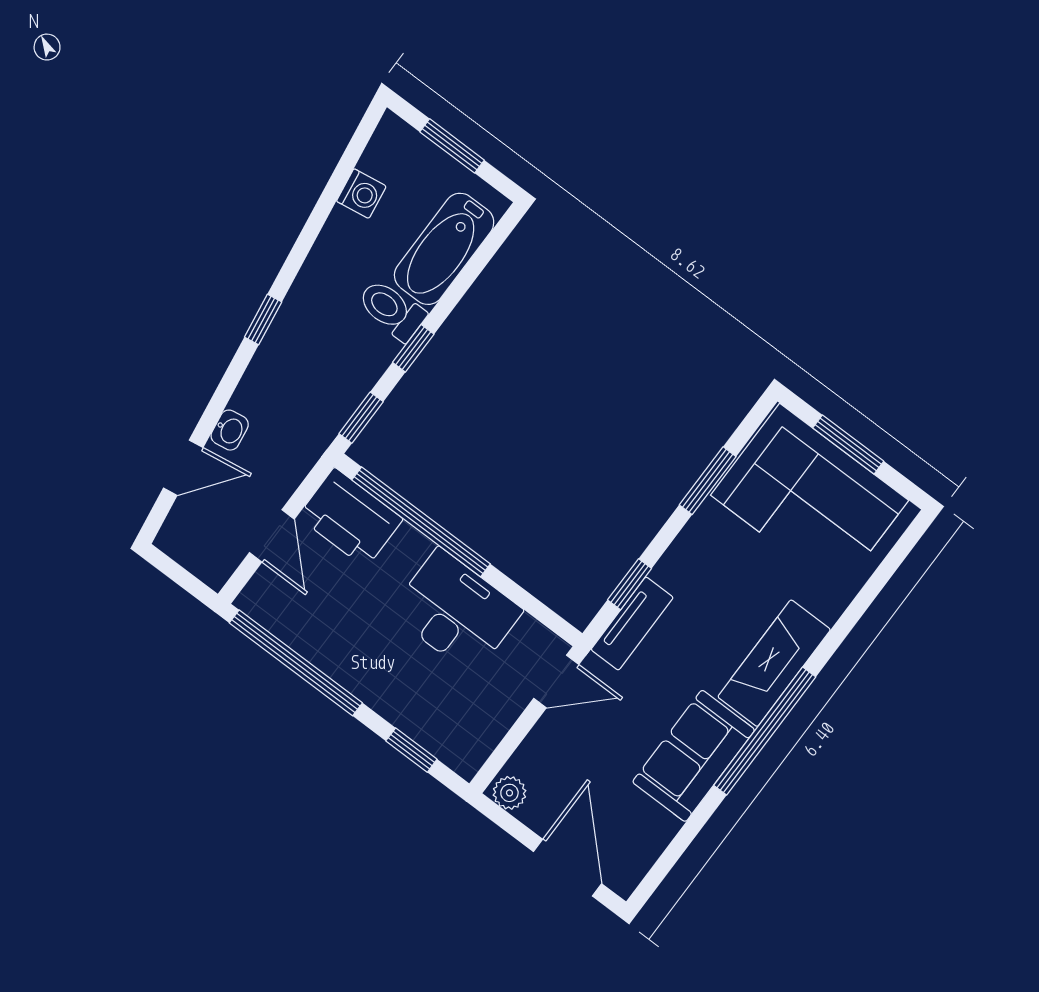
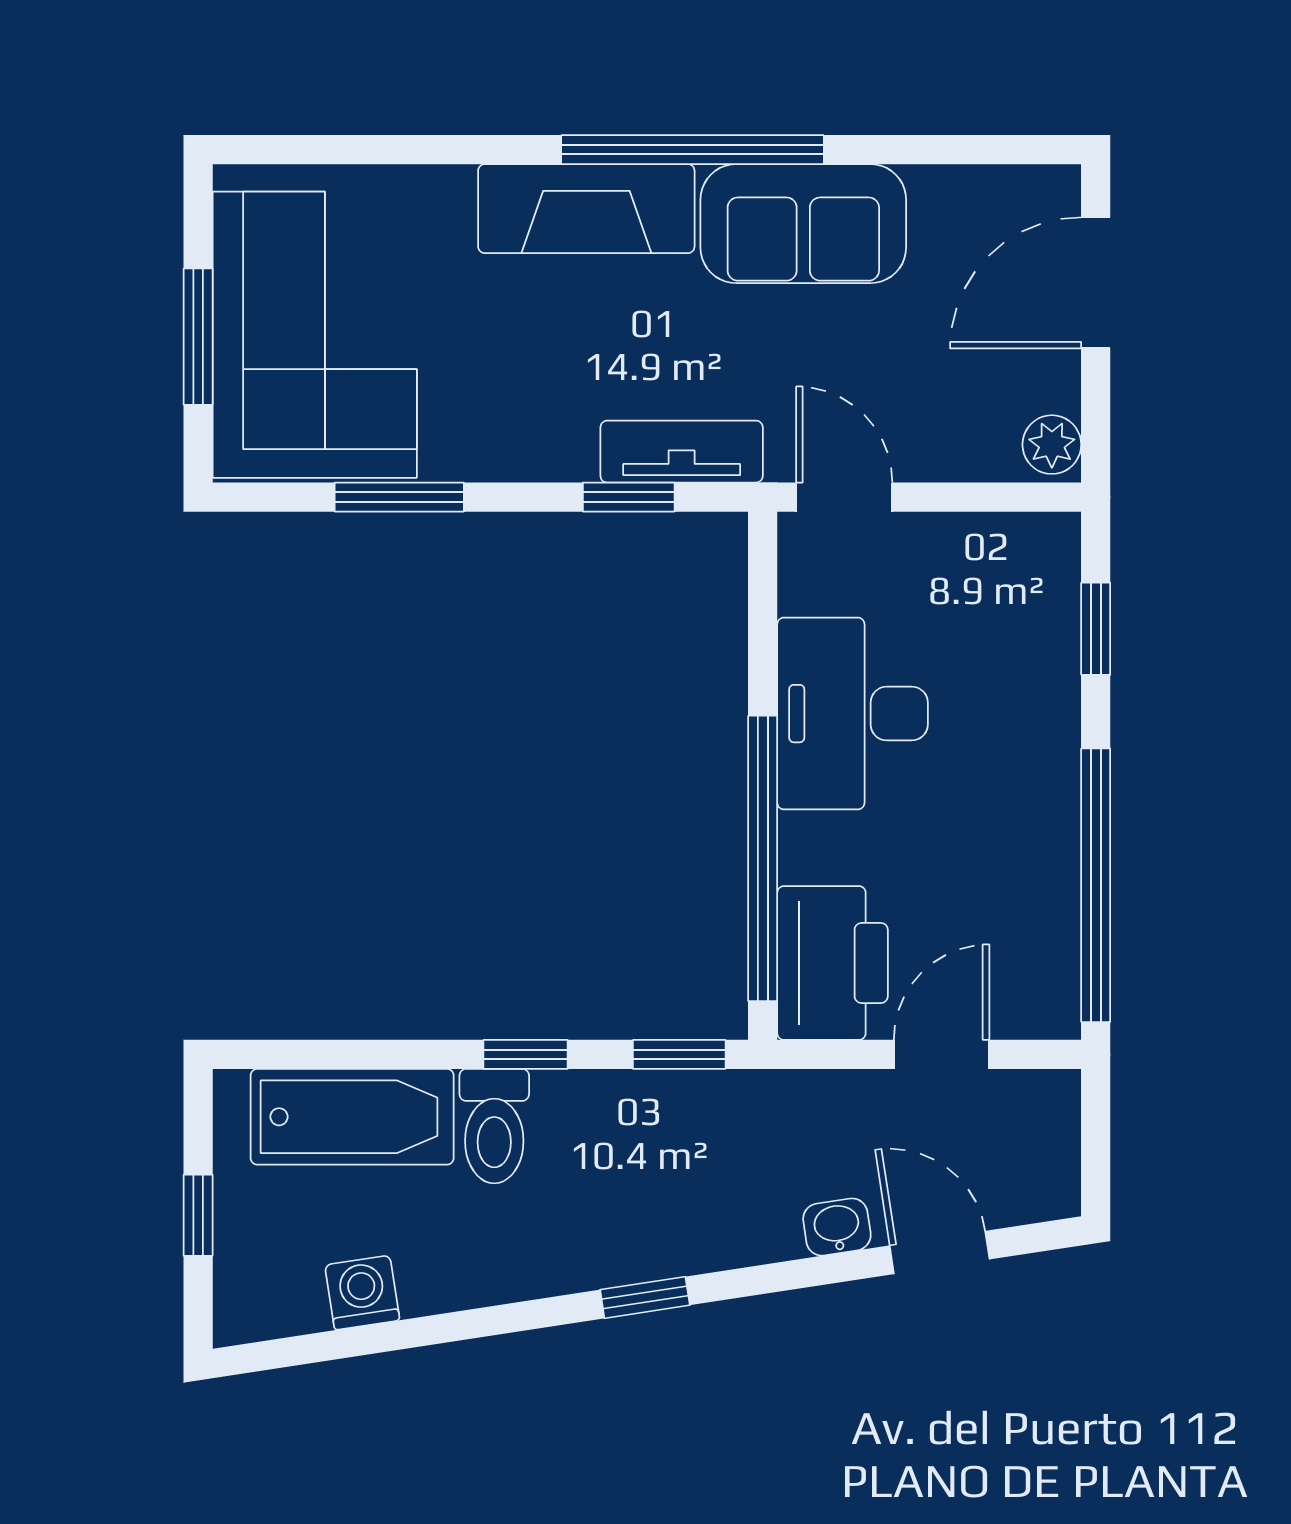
window: (452, 146) -> (198, 1215), width x0.67

